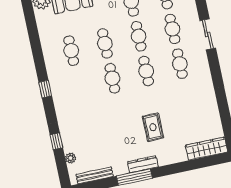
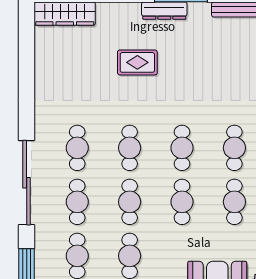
sliding door: (208, 34) -> (27, 183), width x1.86
cafe table: (79, 85) -> (234, 148), added
rug: (153, 127) -> (137, 62), turned 90

